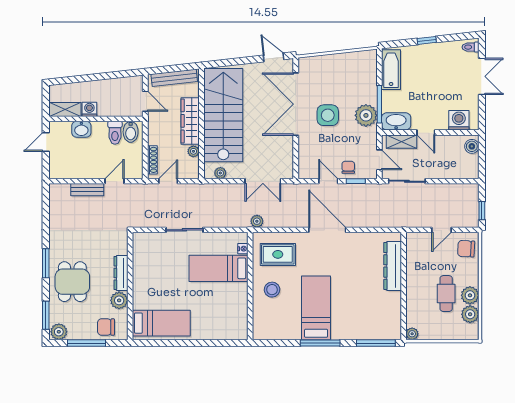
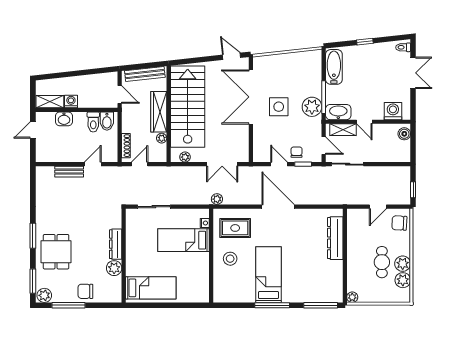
dresser: (121, 273) -> (116, 244), moved
wall: (130, 286) -> (124, 256), moved
plant: (119, 300) -> (114, 268), moved
bed: (161, 323) -> (151, 288), moved

